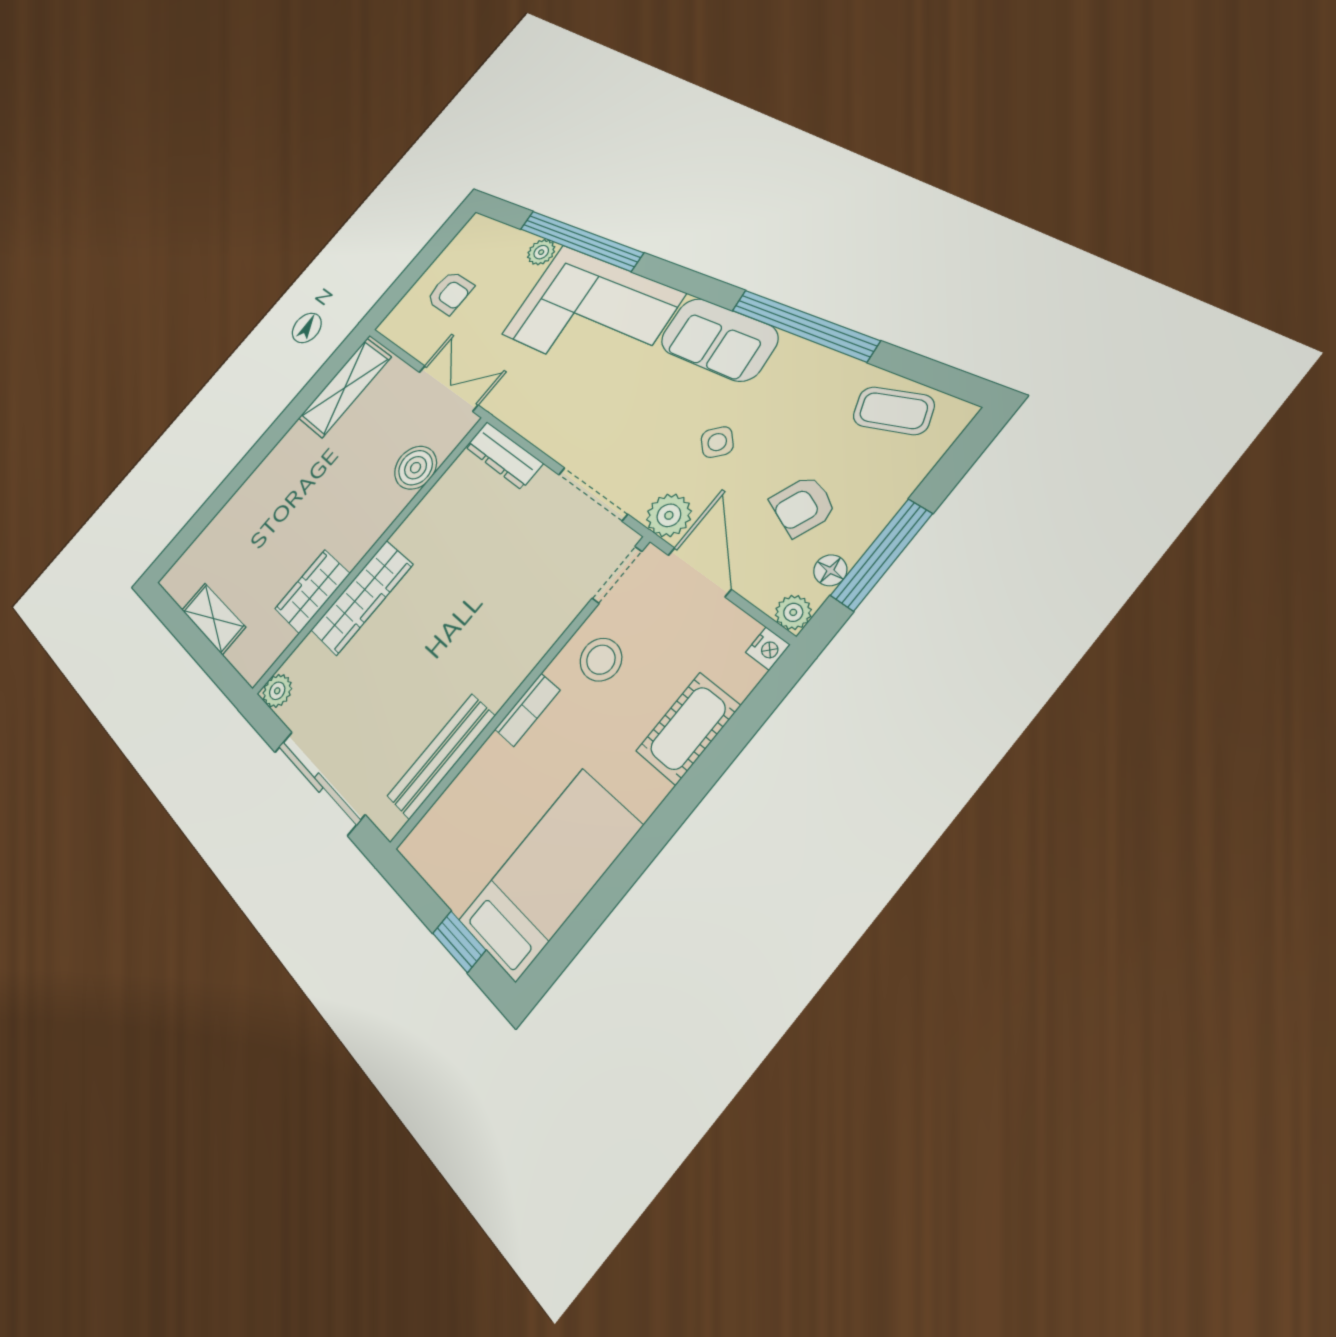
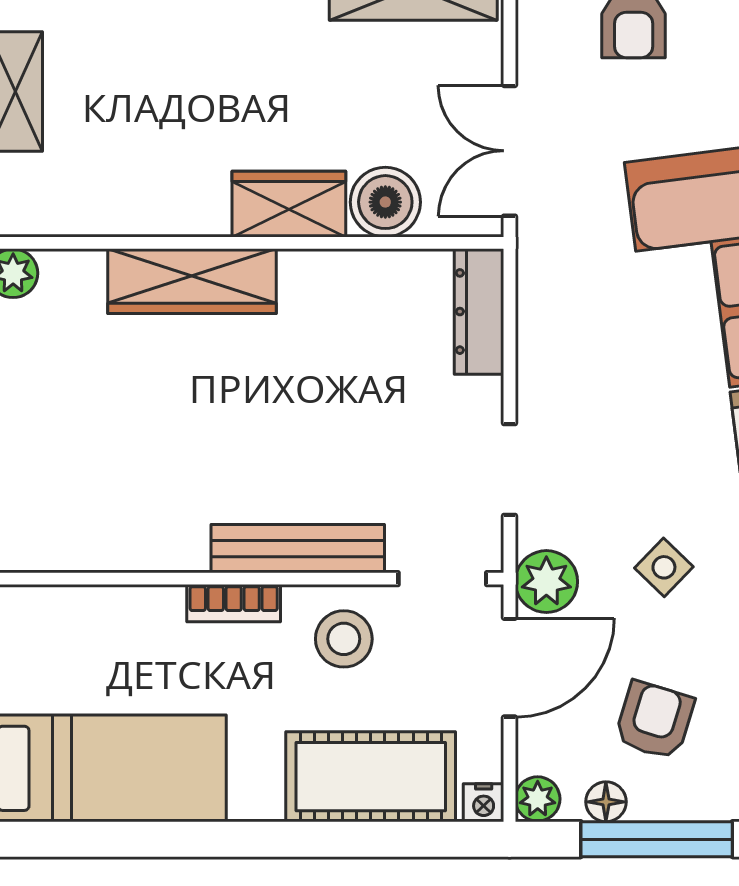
double door: (448, 388) -> (510, 151), swing flipped
doorway: (593, 494) -> (510, 469), width x0.73
armchair: (803, 506) -> (654, 720), turned 84
wardrobe: (312, 591) -> (289, 204), moved
cot: (688, 728) -> (371, 777), width x1.37, depth x1.34
bench: (441, 756) -> (298, 549), moved

